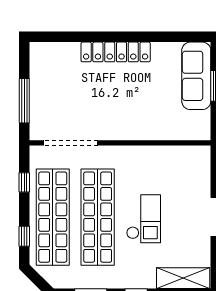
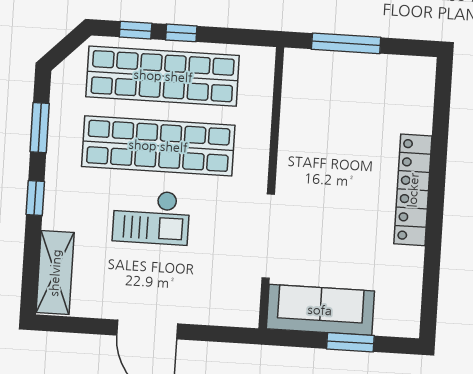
sofa: (196, 76) -> (320, 310), moved
doorway: (71, 143) -> (268, 236), moved
window: (24, 182) -> (181, 33), moved

